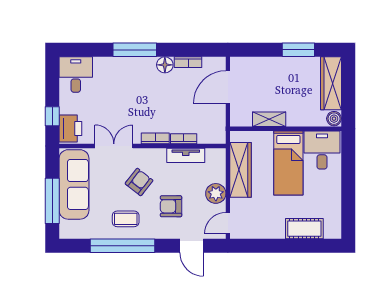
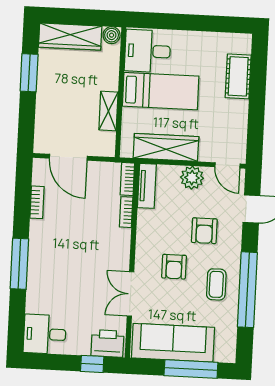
floor lamp: (165, 65) -> (39, 230), removed
bookcase: (155, 138) -> (127, 179), moved
tv unit: (186, 155) -> (147, 186), moved
armchair: (139, 182) -> (174, 267), turned -128

